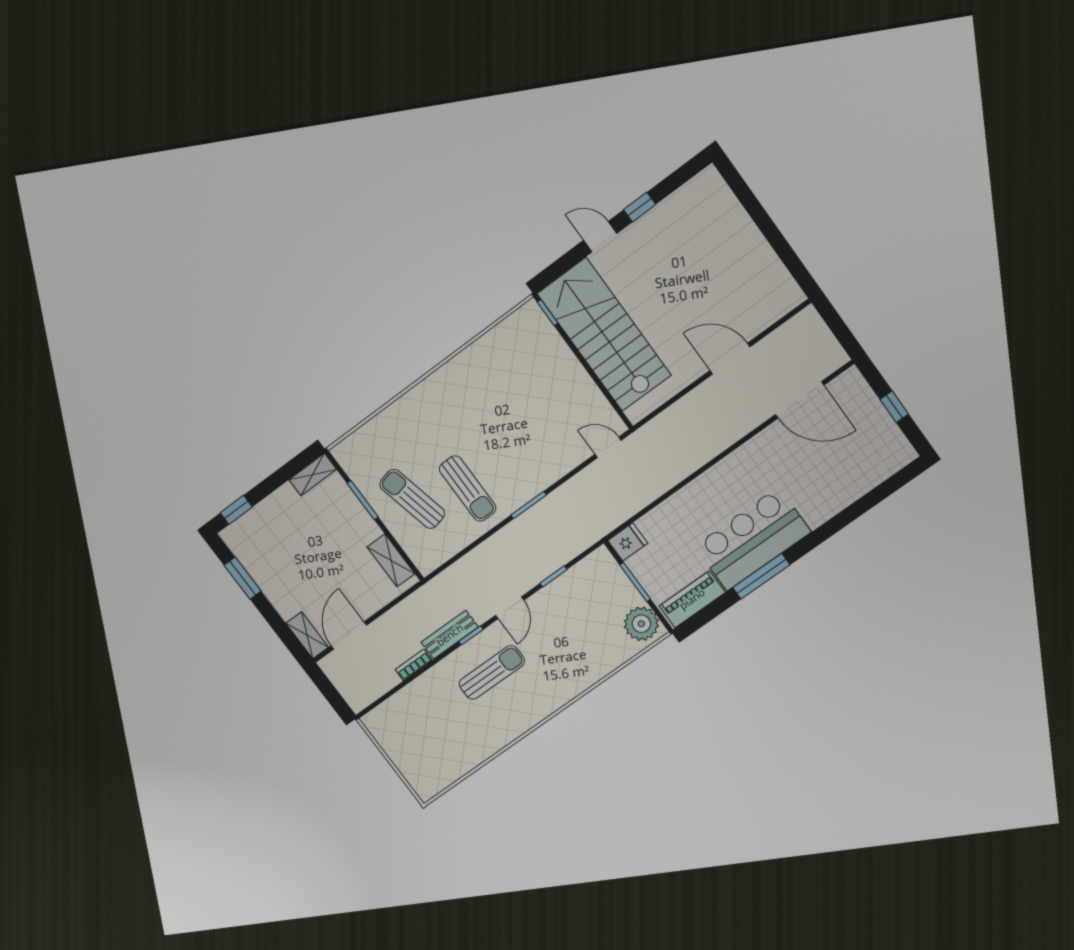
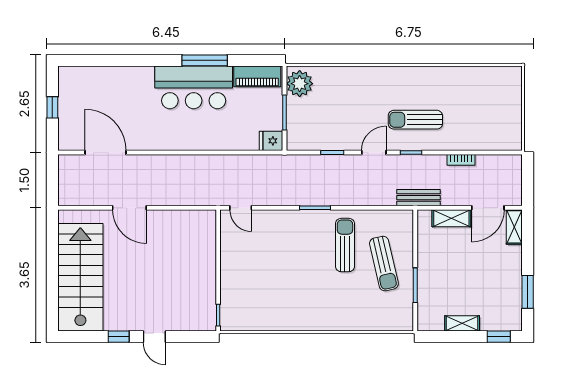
stairs: (604, 335) -> (80, 277), moved, turned 180
shelving: (313, 474) -> (462, 323), moved
shelving: (391, 560) -> (451, 218), moved, turned 90
bench: (450, 635) -> (418, 198), moved

